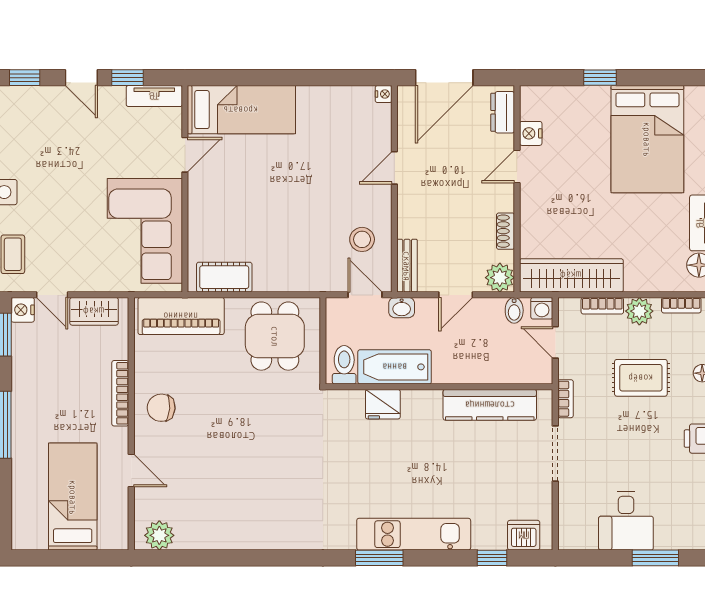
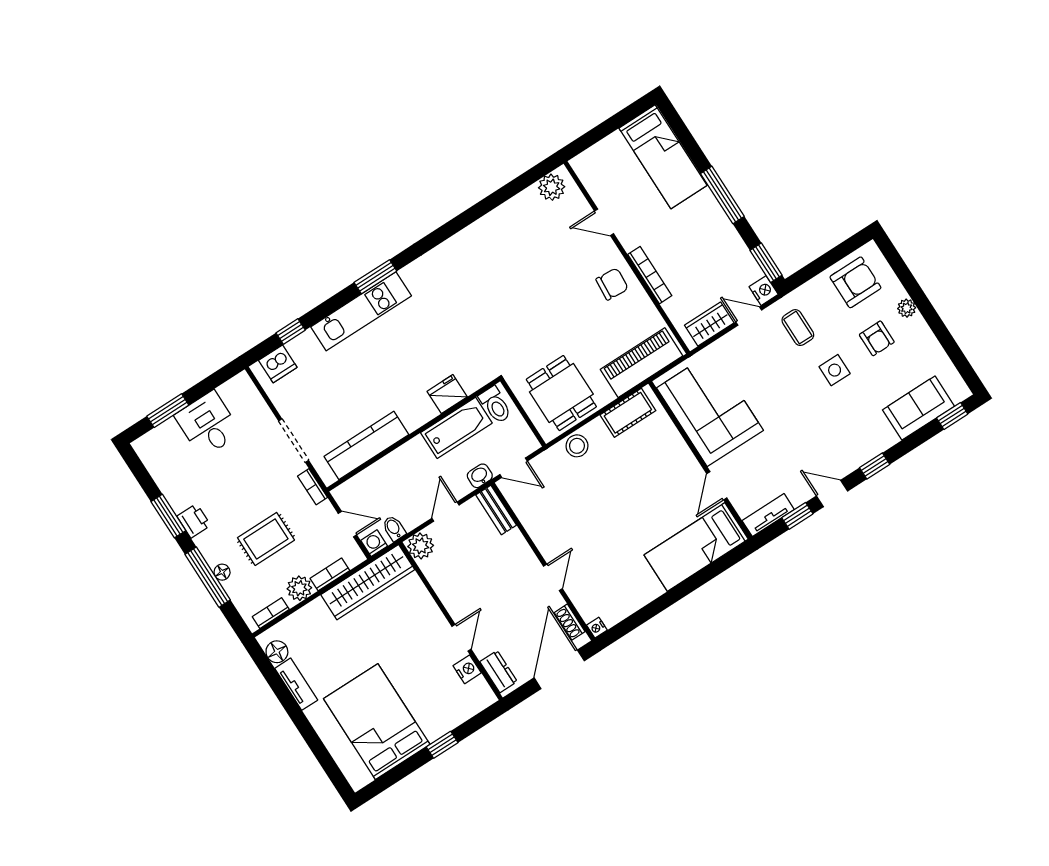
shoe rack: (506, 231) -> (570, 622), moved, turned 180
stool: (362, 239) -> (577, 446), moved
bed: (73, 497) -> (663, 157), moved

